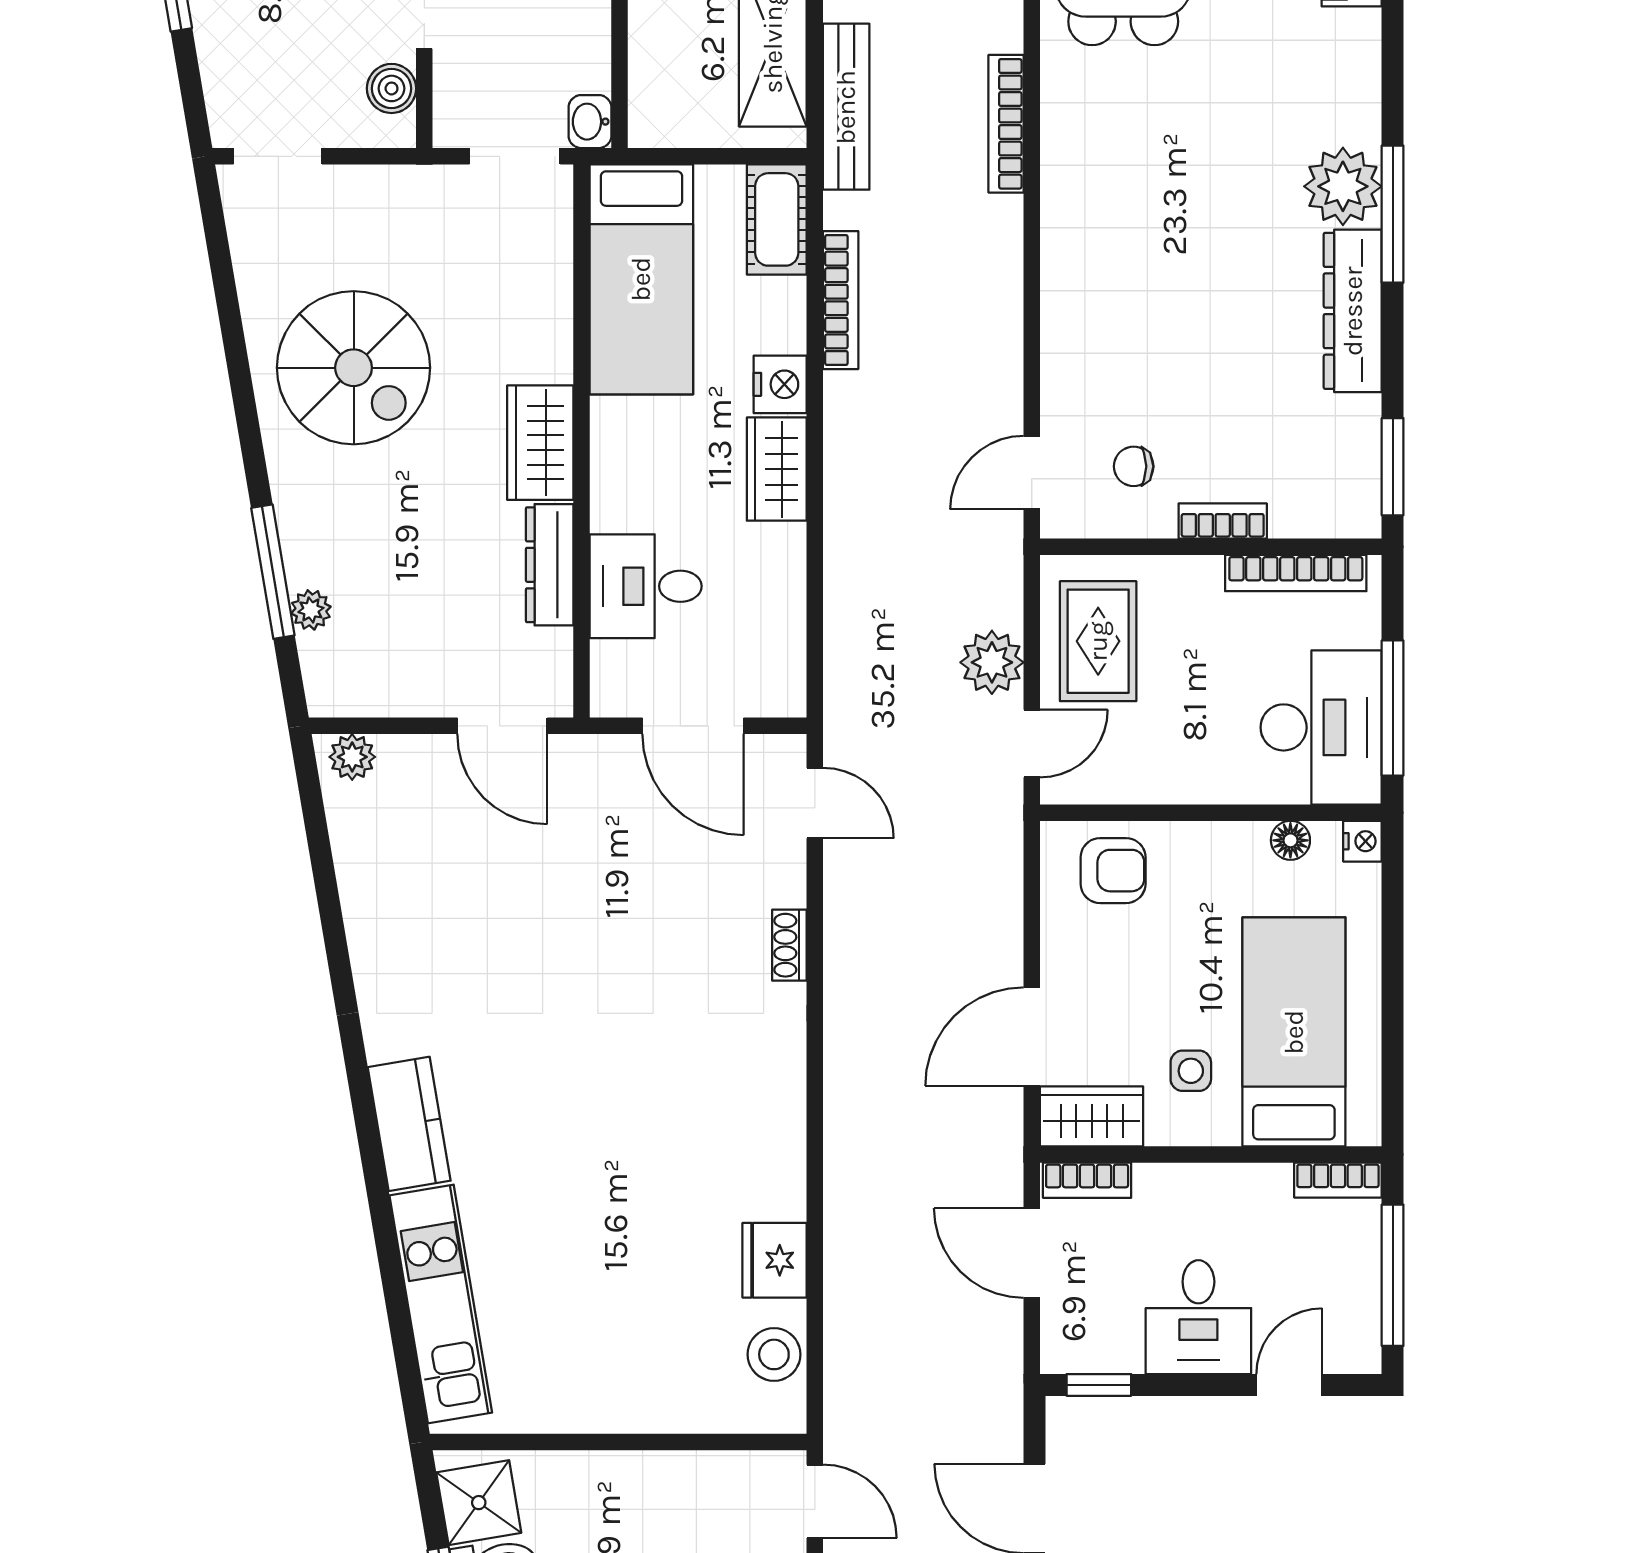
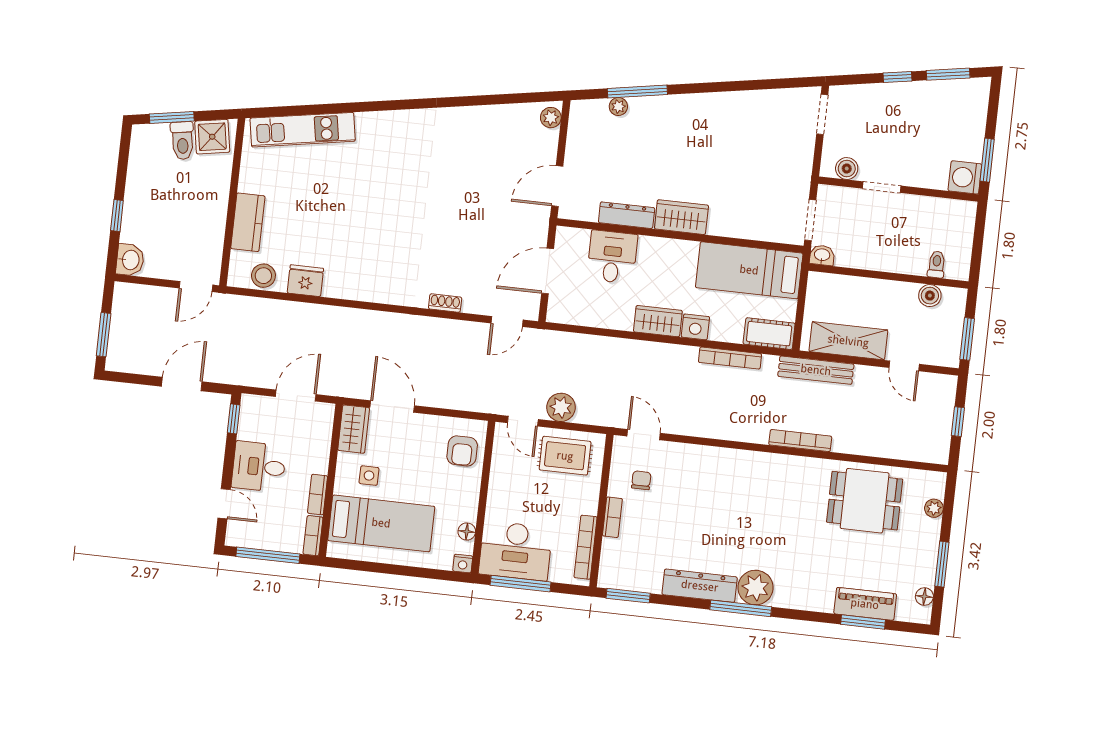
spiral stairs: (354, 368) -> (724, 138), removed
kitchen counter: (409, 1124) -> (248, 222), moved, turned -80
bookcase: (1087, 1180) -> (318, 495), moved

